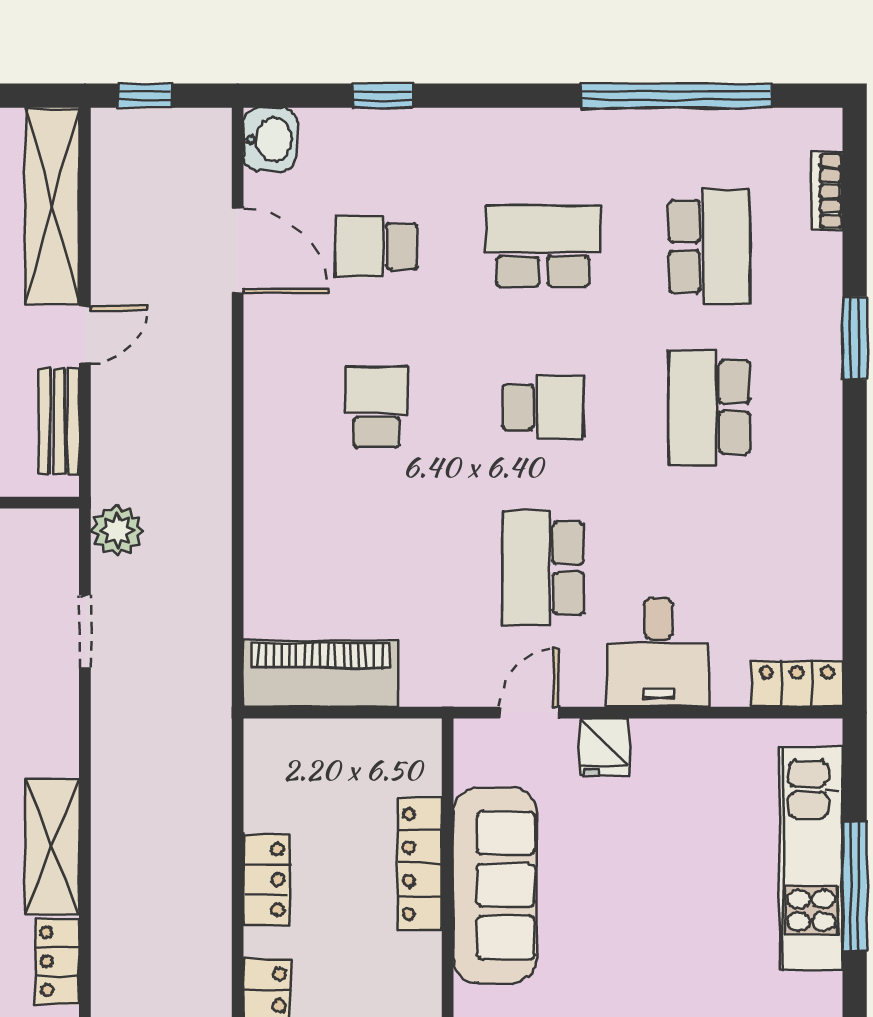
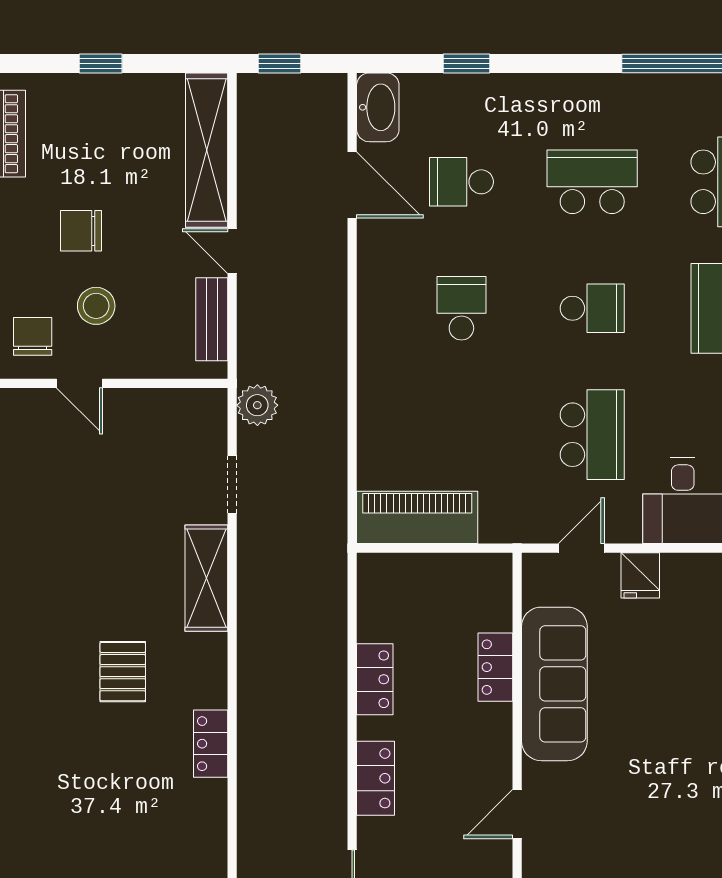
washbasin: (270, 139) -> (378, 107), width x1.38
door: (85, 334) -> (232, 251), swing flipped
school desk: (543, 568) -> (592, 435), turned 180
shelving: (52, 847) -> (206, 578), moved
locker: (420, 864) -> (495, 667), width x0.66

